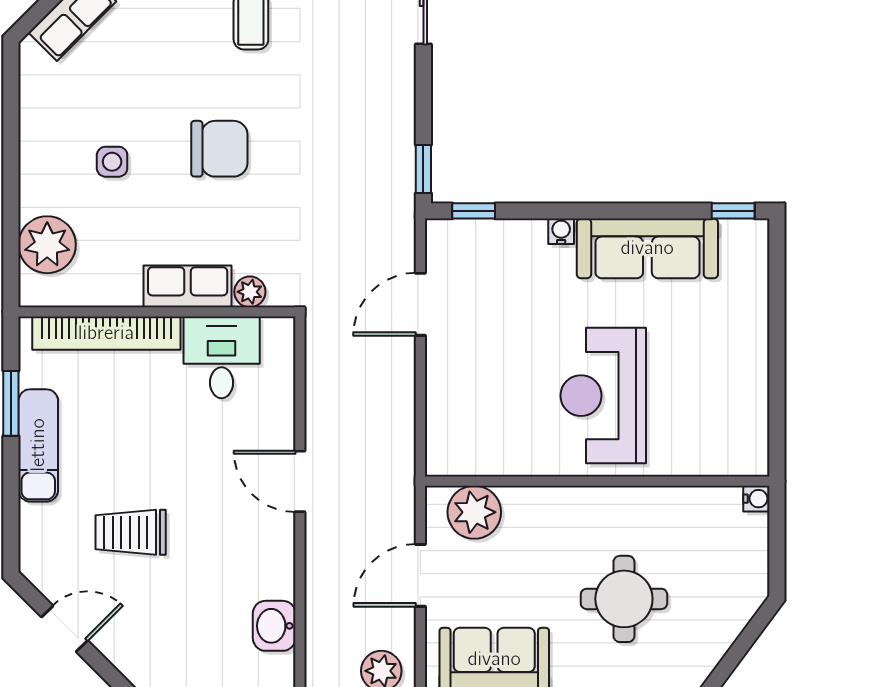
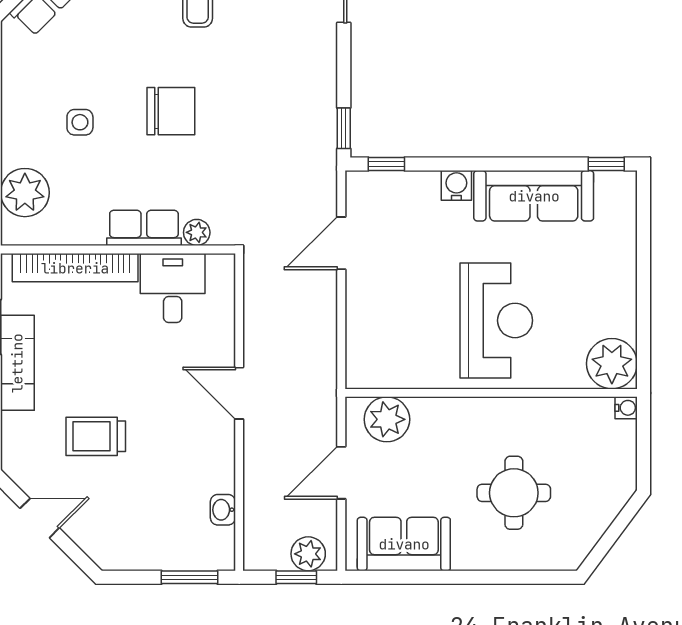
water cooler: (561, 231) -> (456, 185), width x1.38, depth x1.38
reception desk: (603, 396) -> (496, 320), turned 180
plant: (740, 447) -> (612, 364), added
washbasin: (274, 626) -> (223, 510), width x0.72, depth x0.69

